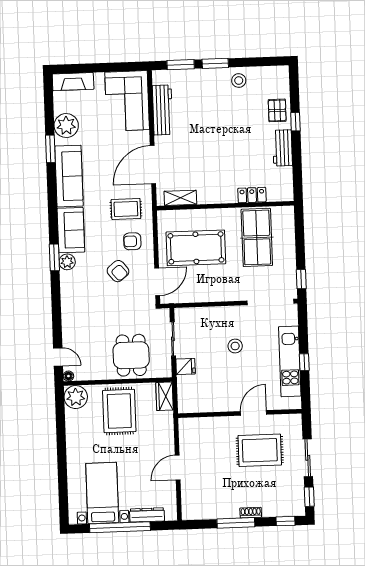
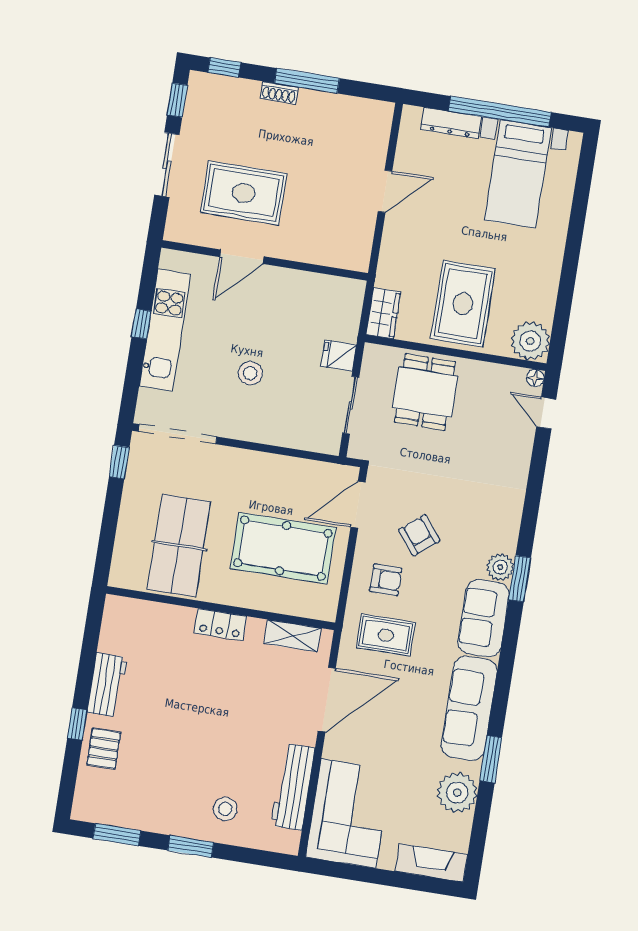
window: (181, 65) -> (117, 835), moved
stool: (239, 81) -> (225, 809), moved
locker: (252, 195) -> (220, 625), moved

